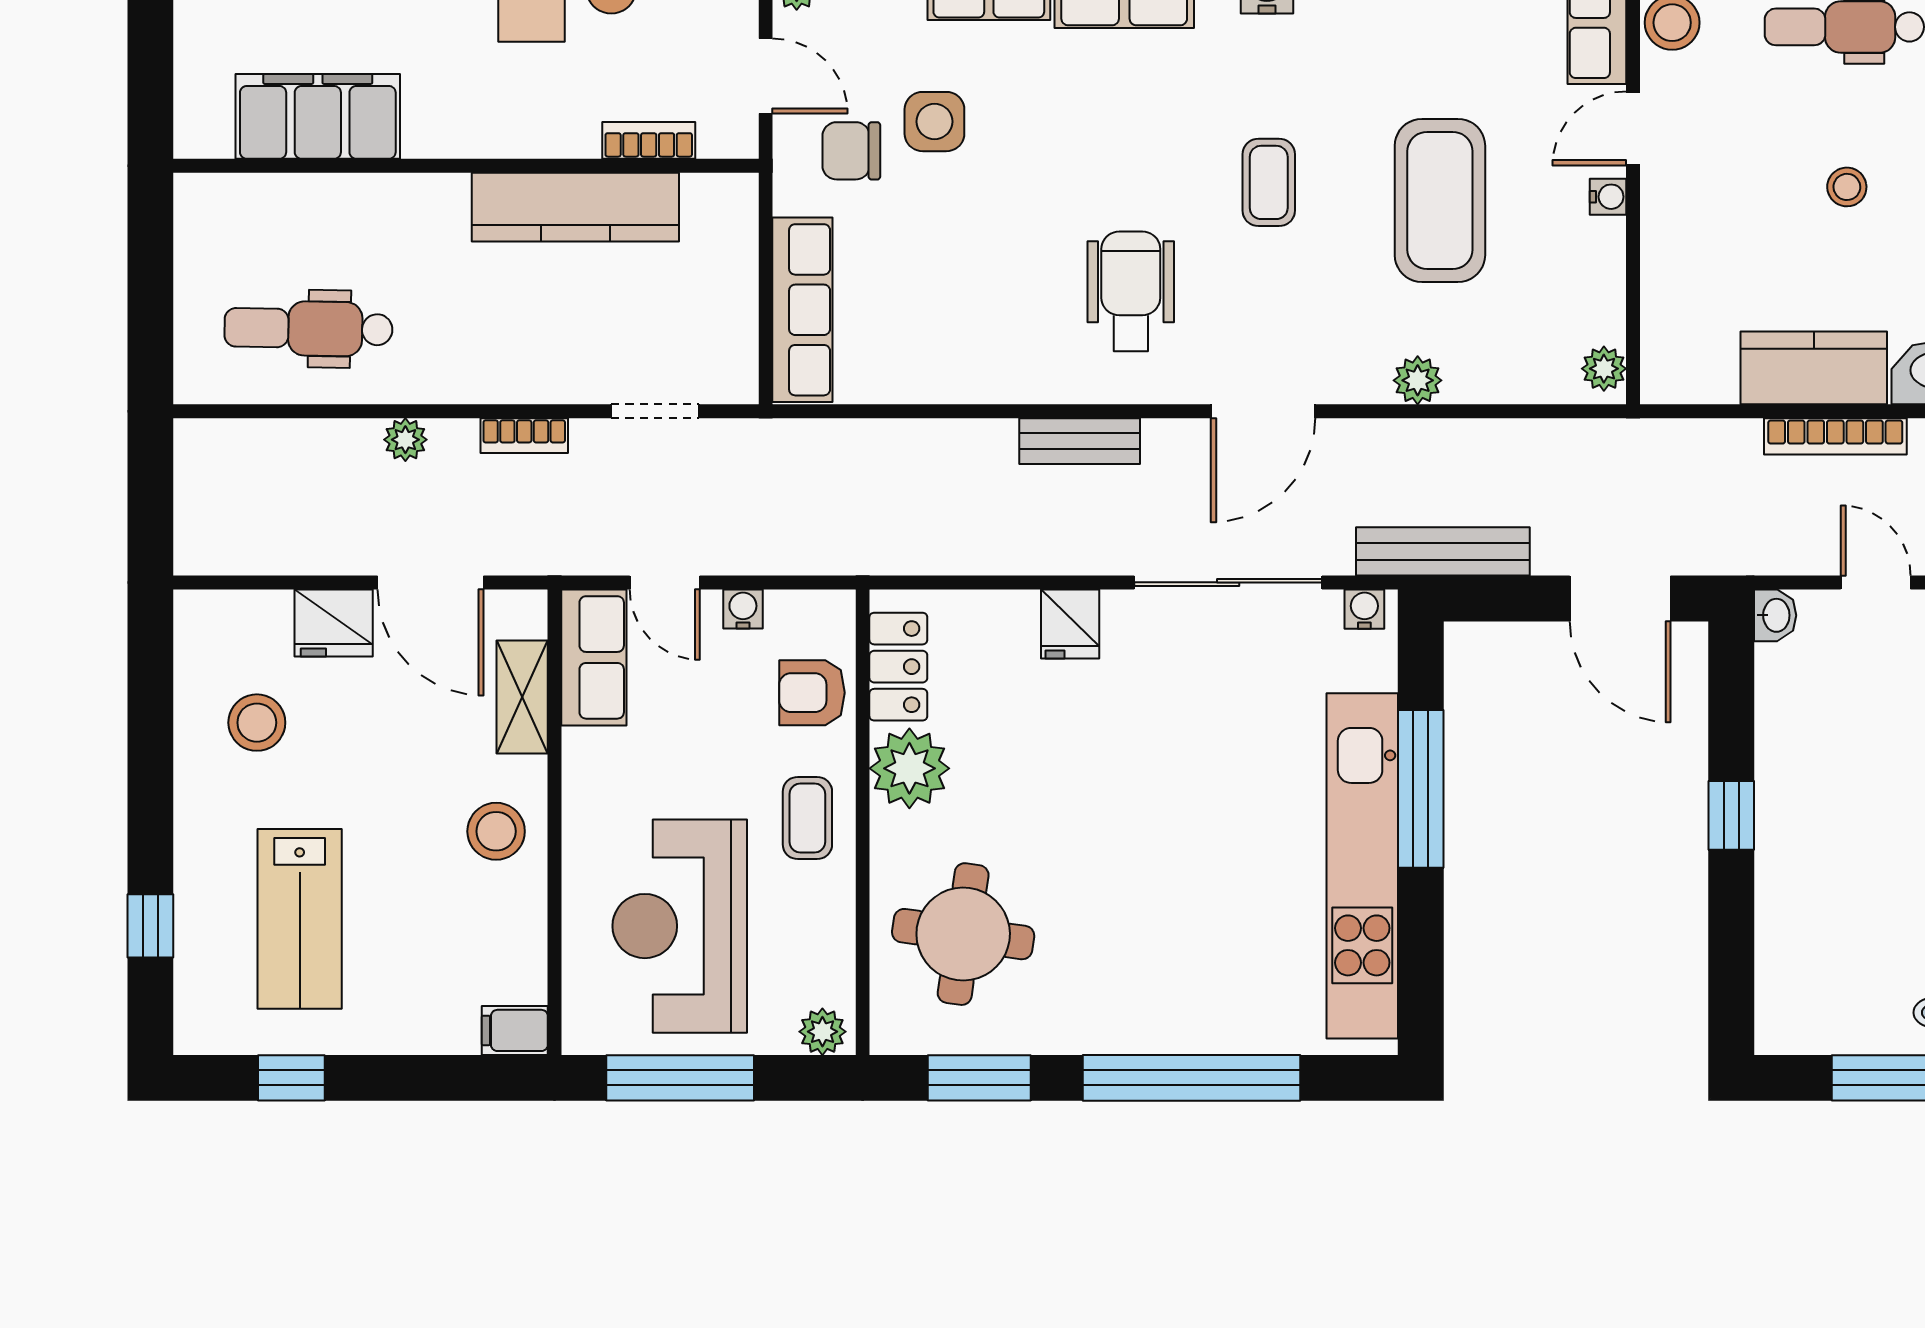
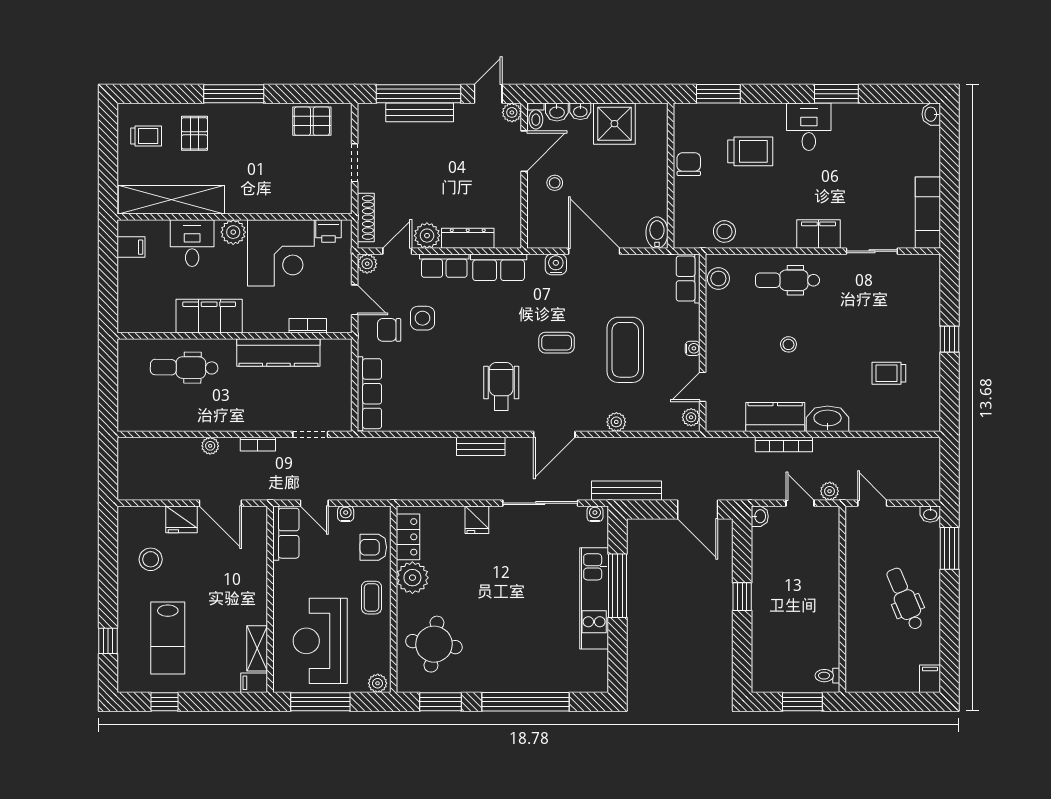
filing cabinet: (318, 116) -> (209, 316), moved
door: (1633, 128) -> (703, 387), moved
coffee table: (1269, 182) -> (557, 343), turned 90
dental chair: (308, 329) -> (184, 368), moved
shelving: (522, 697) -> (257, 648), moved
stool: (496, 831) -> (247, 603), removed
kitchen unit: (1362, 866) -> (594, 598), width x0.73

